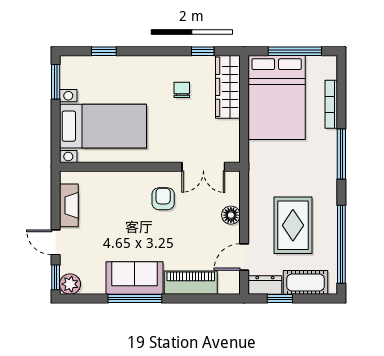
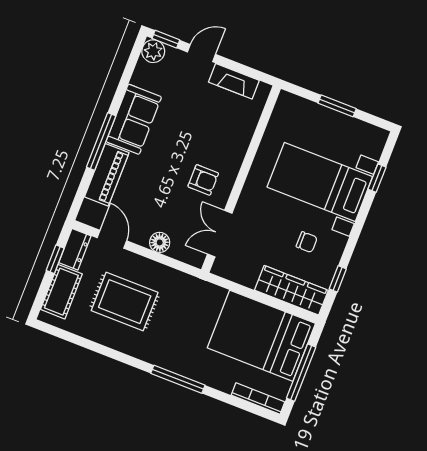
window: (56, 82) -> (337, 106), moved
bookcase: (331, 104) -> (258, 398), moved
bed with nightstands: (103, 126) -> (320, 182), moved, turned 90
window: (341, 244) -> (86, 343), removed
window: (135, 299) -> (101, 141), moved

